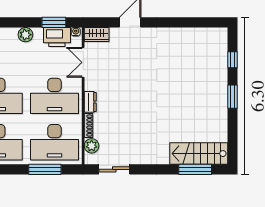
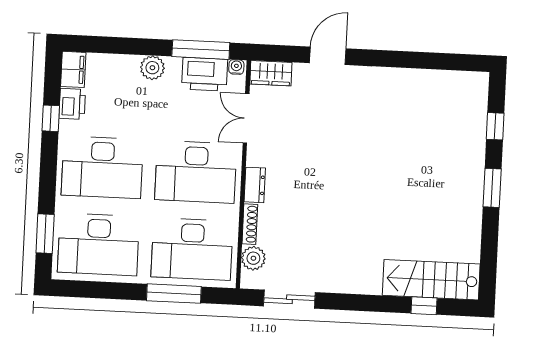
window: (54, 22) -> (201, 50), width x1.44
window: (195, 169) -> (424, 306), width x0.46

